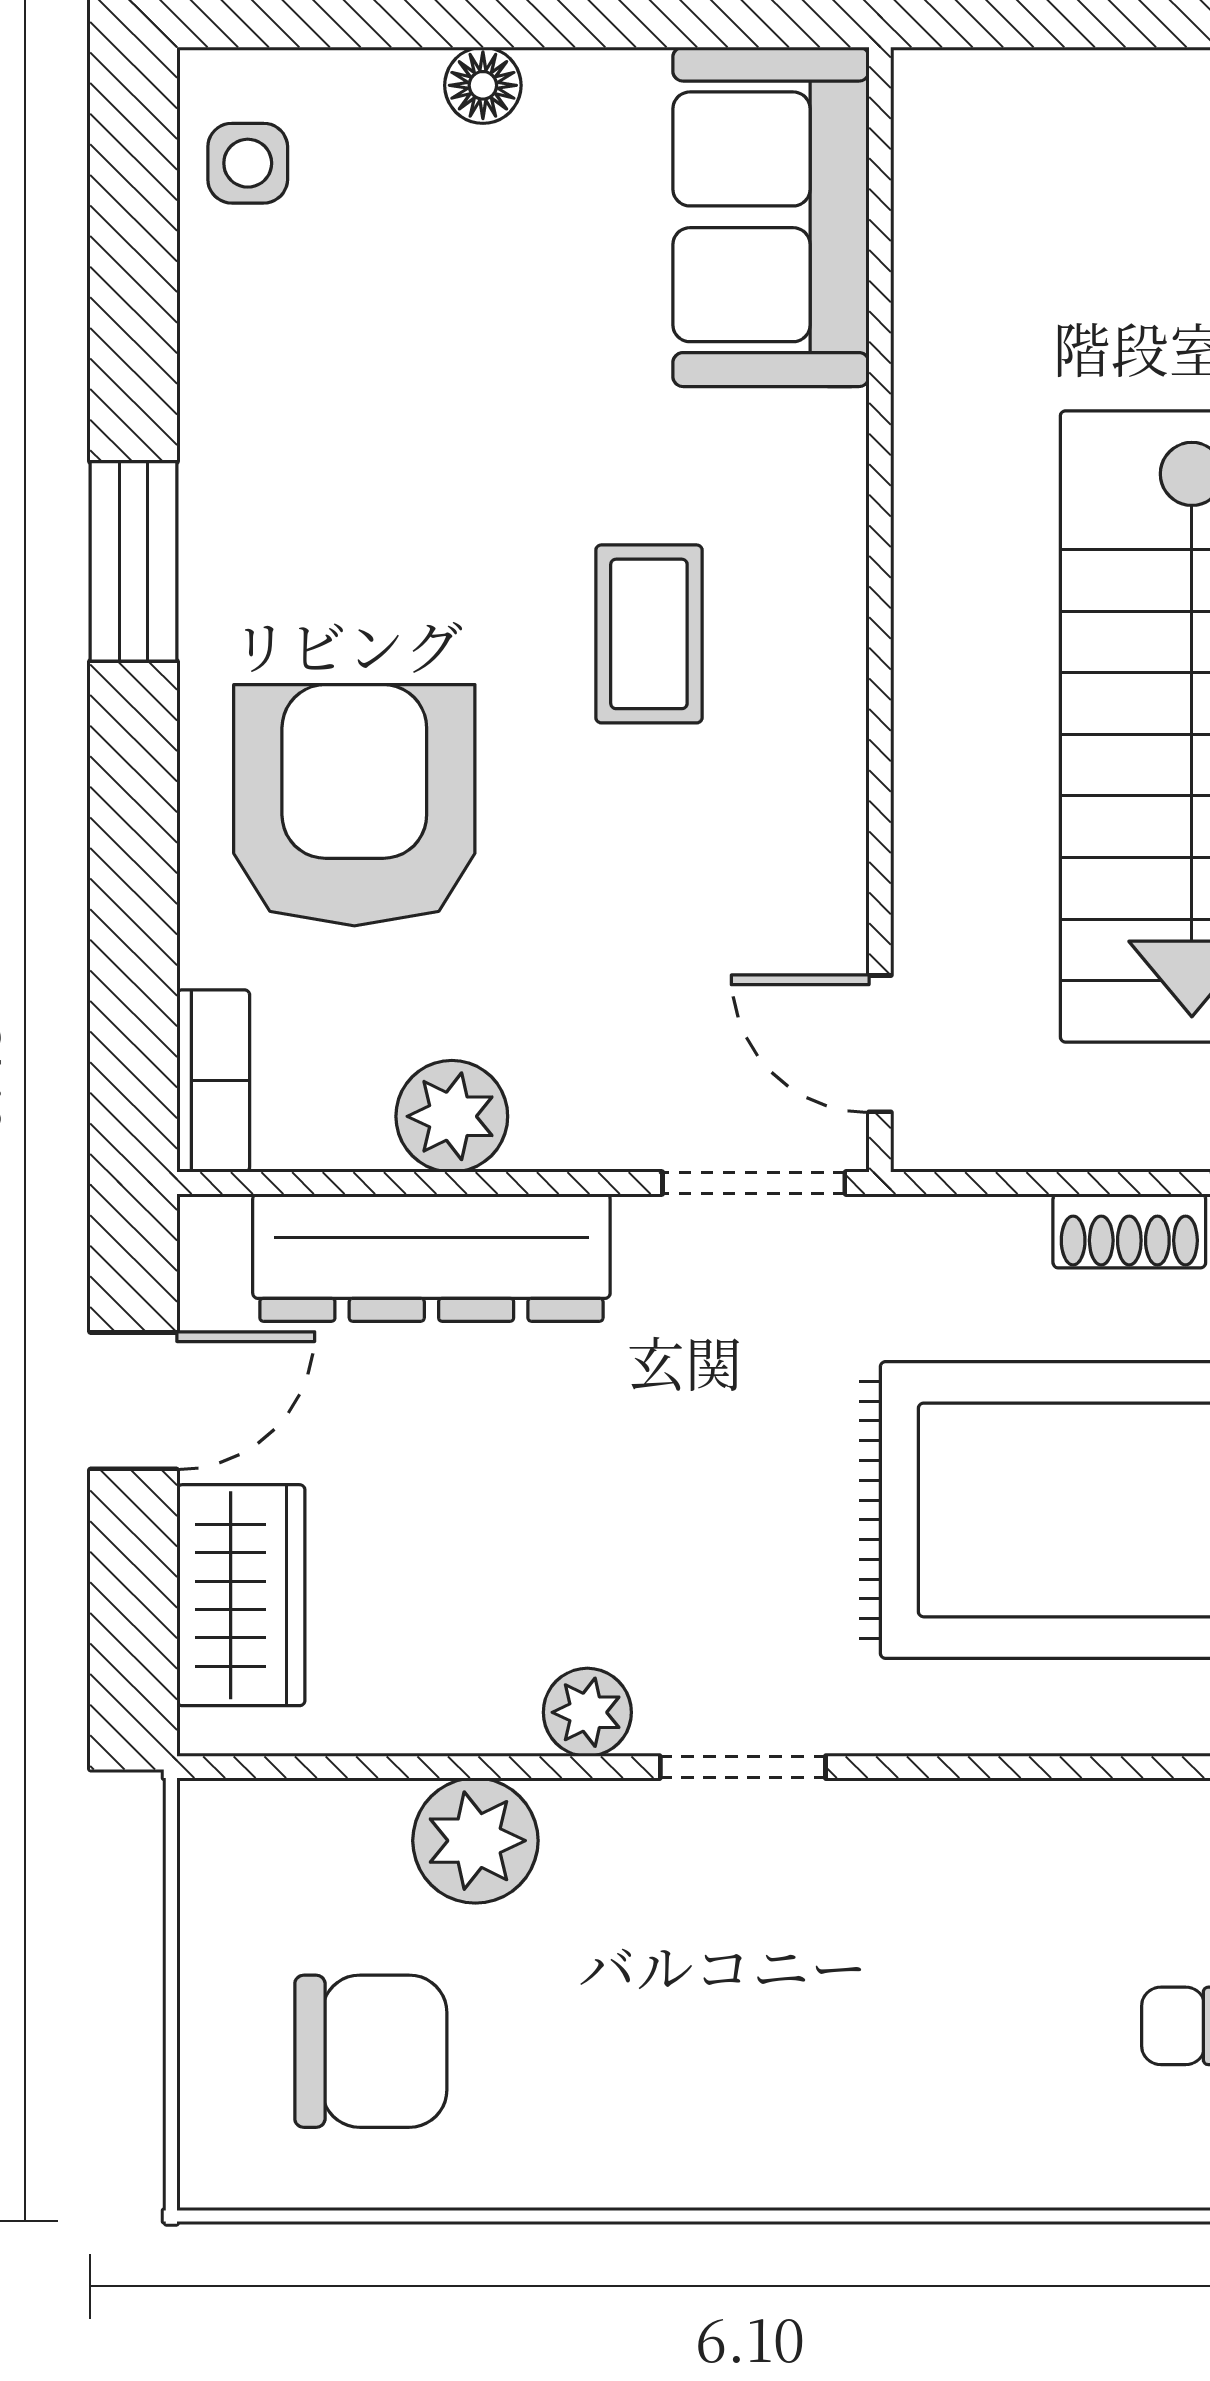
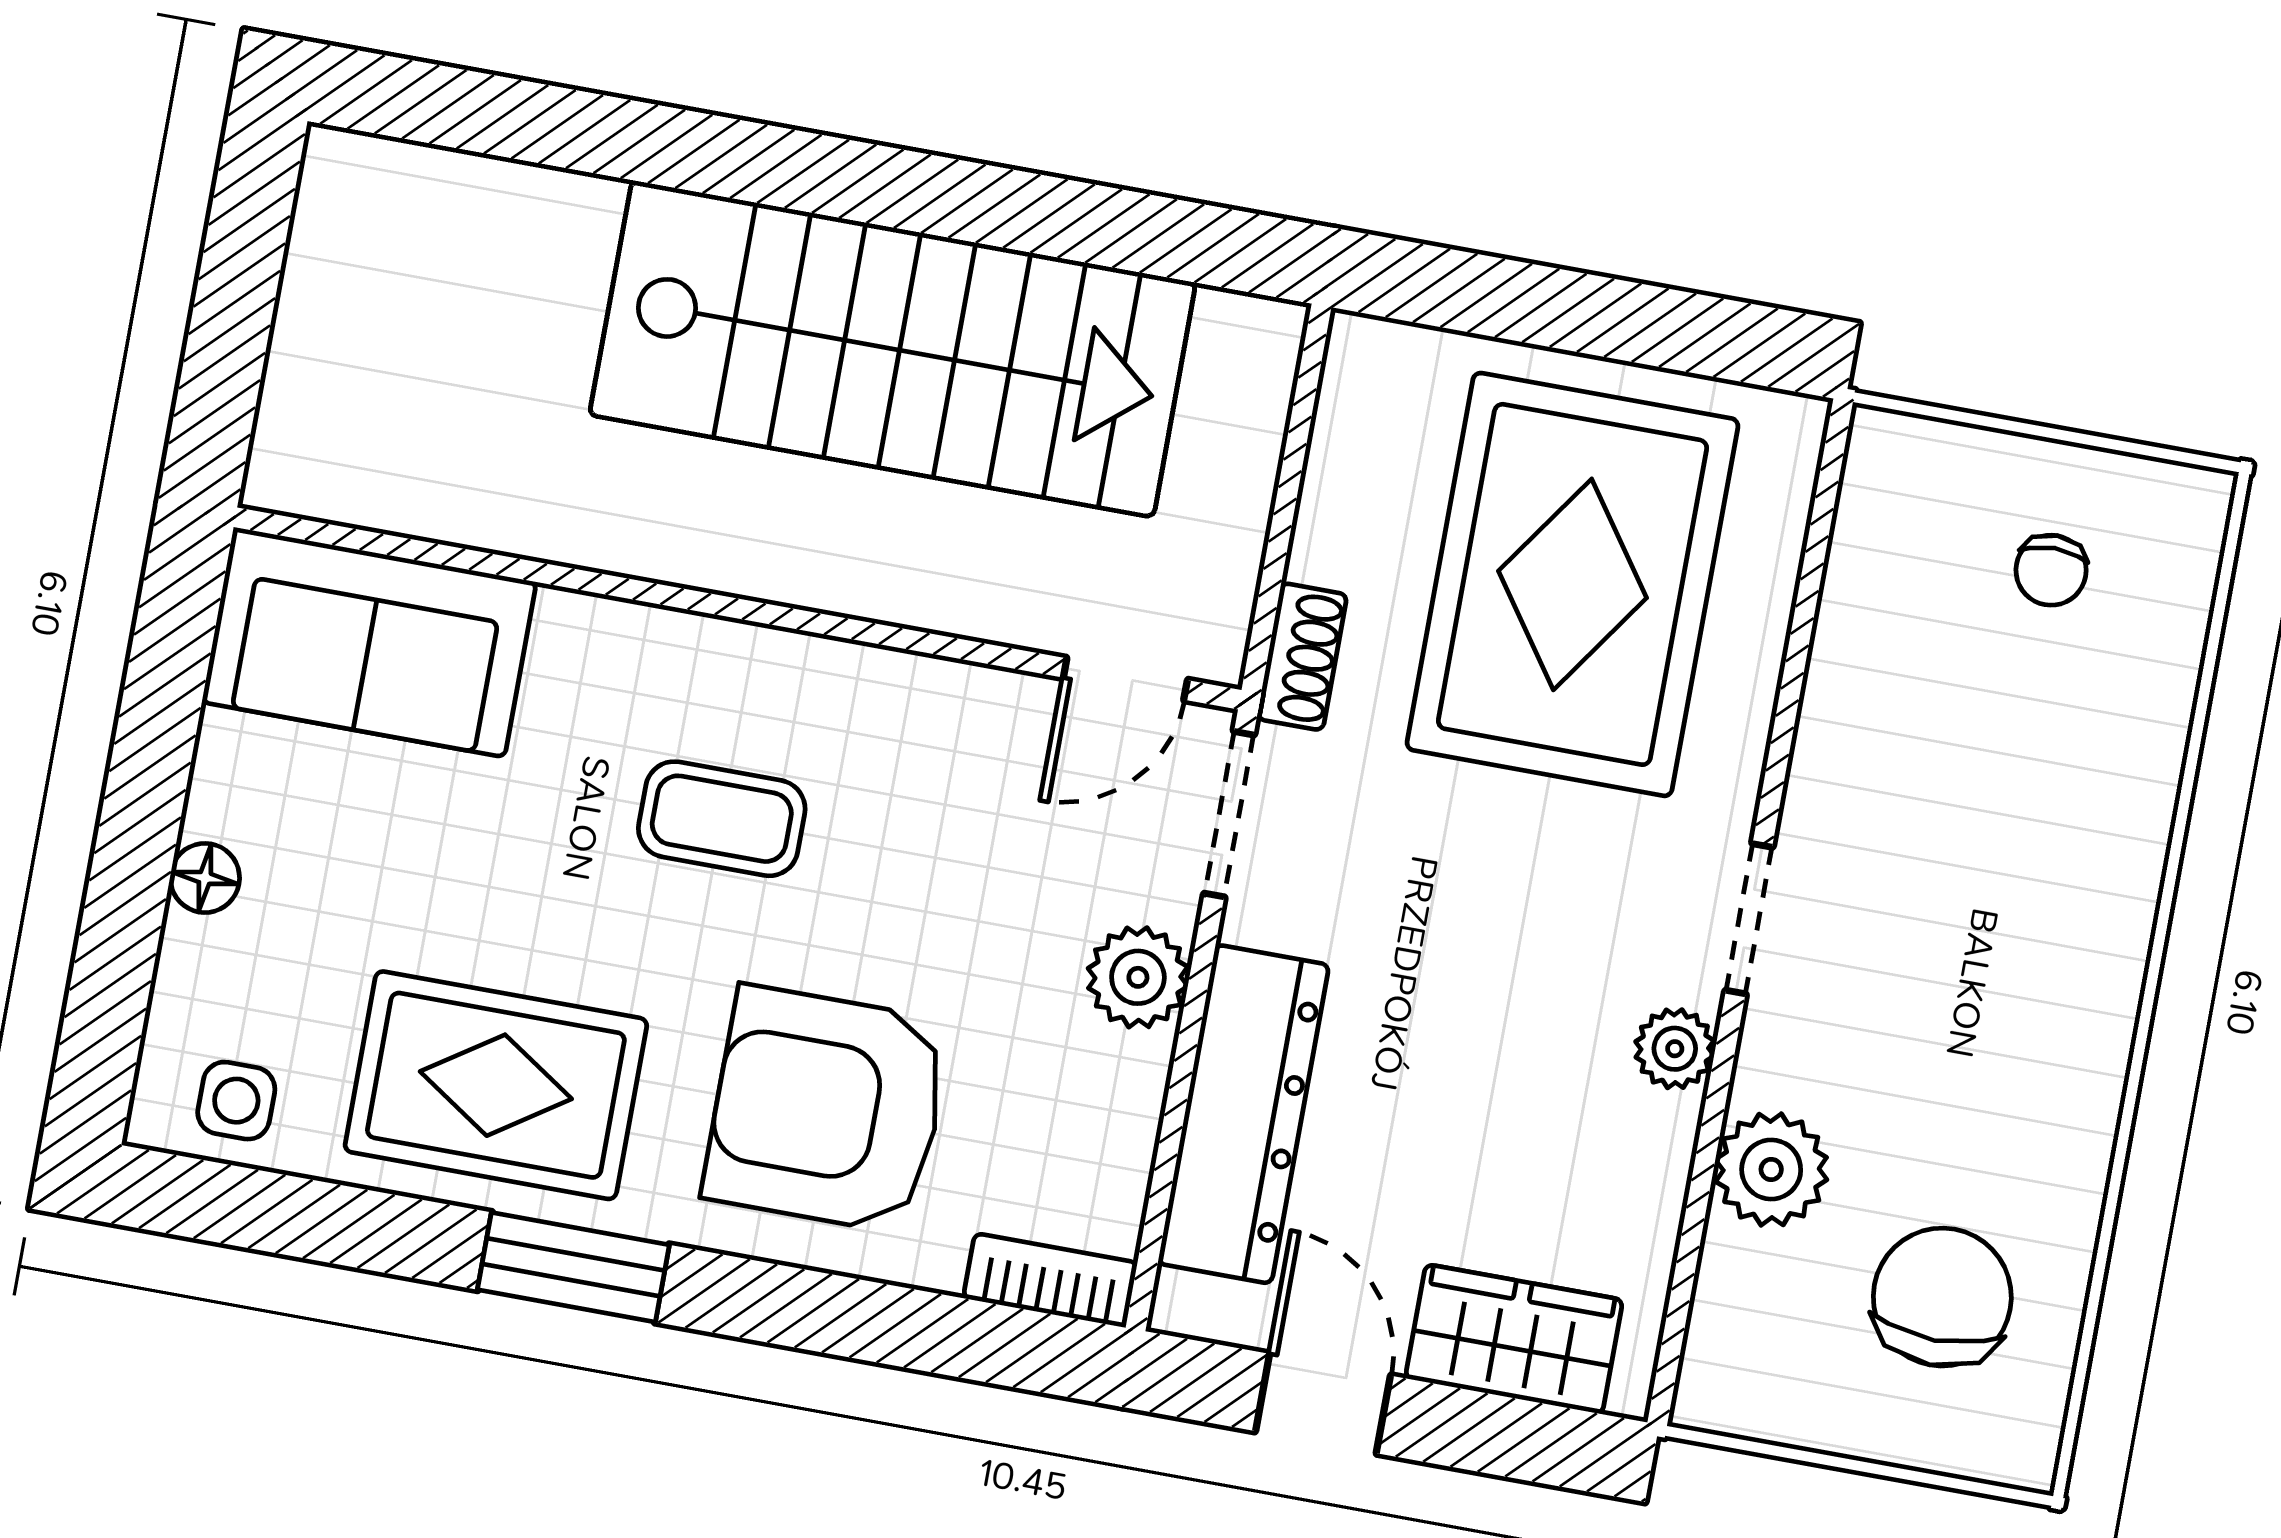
rug: (316, 442) -> (496, 1085), added
plant: (452, 1116) -> (1138, 977), moved
shoe rack: (1129, 1231) -> (1302, 657), moved

